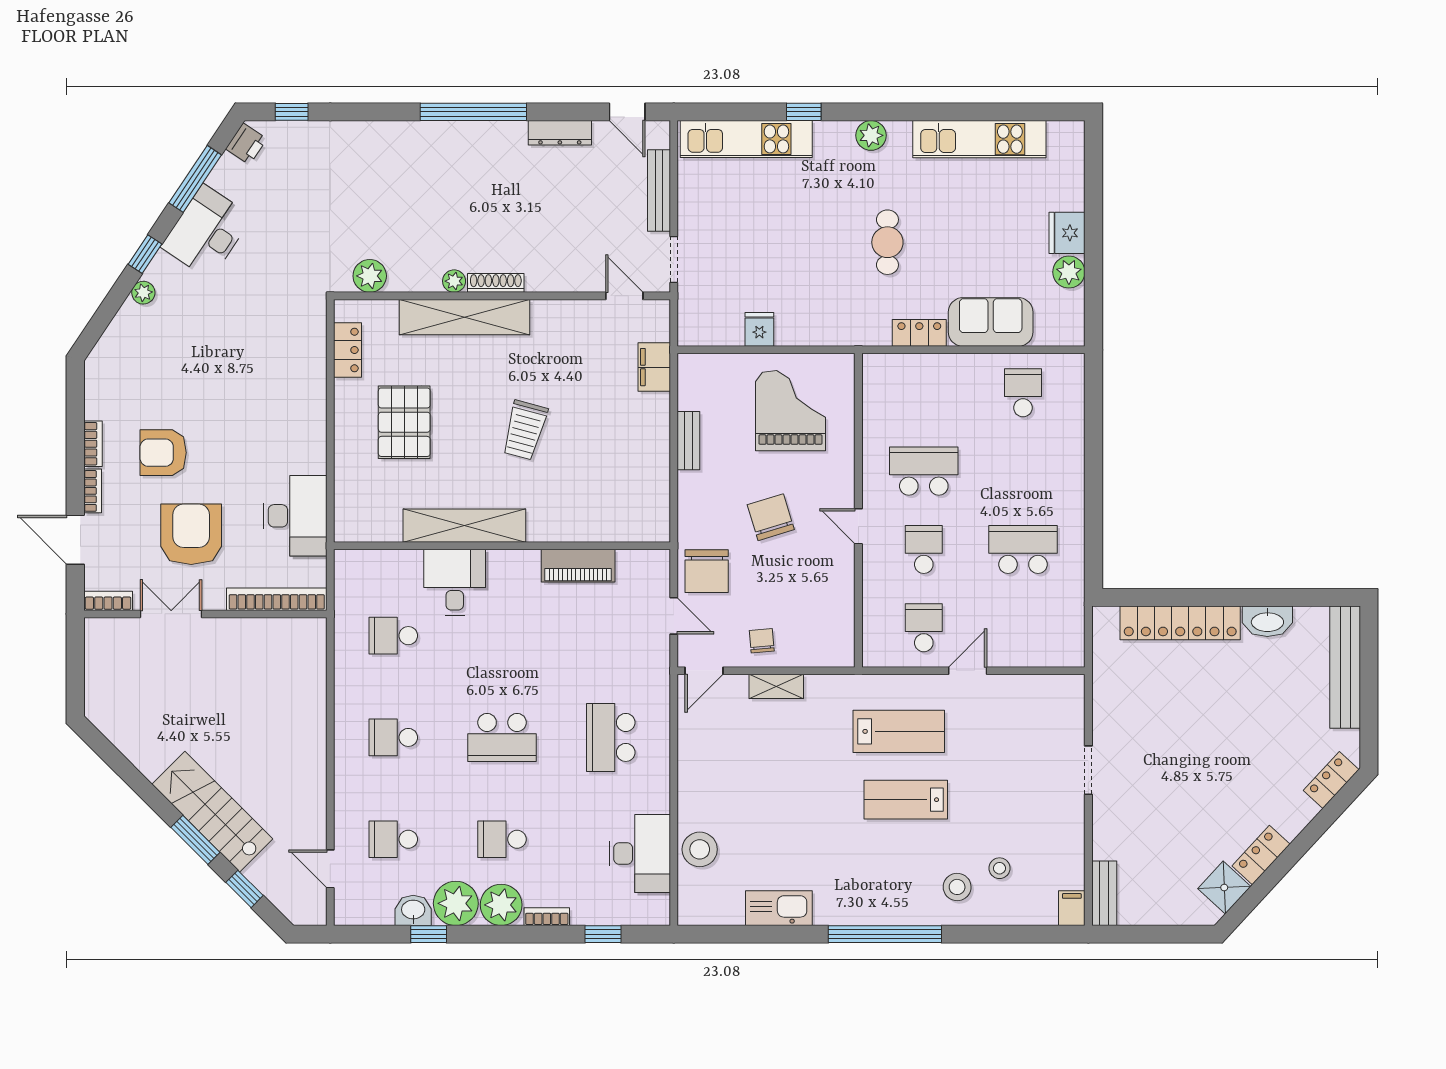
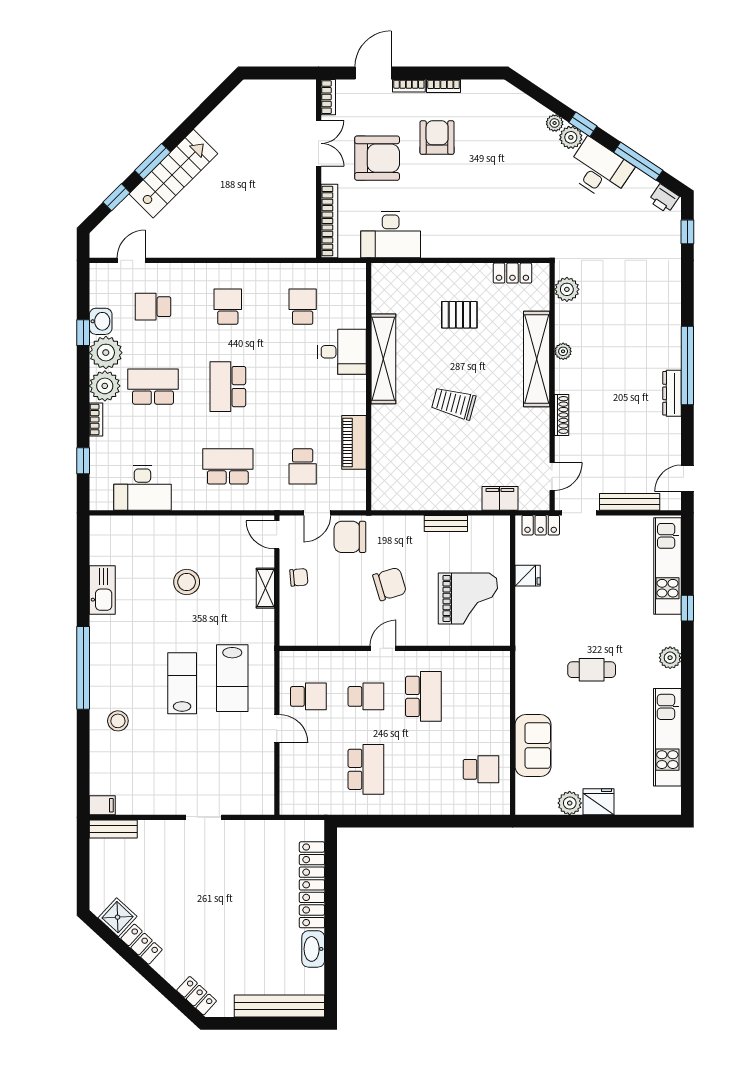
dresser: (560, 133) -> (672, 393), moved
plant: (163, 271) -> (571, 137), added
shoe rack: (496, 283) -> (562, 415), moved
locker: (919, 333) -> (541, 525), moved, turned 90
pallet: (404, 422) -> (459, 315), width x0.67, depth x0.71
school desk: (611, 636) -> (303, 466), added
school desk: (393, 839) -> (153, 307), turned -90
school desk: (502, 839) -> (153, 387), width x1.85
stool: (700, 849) -> (187, 582), moved
stool: (999, 868) -> (132, 752), removed

